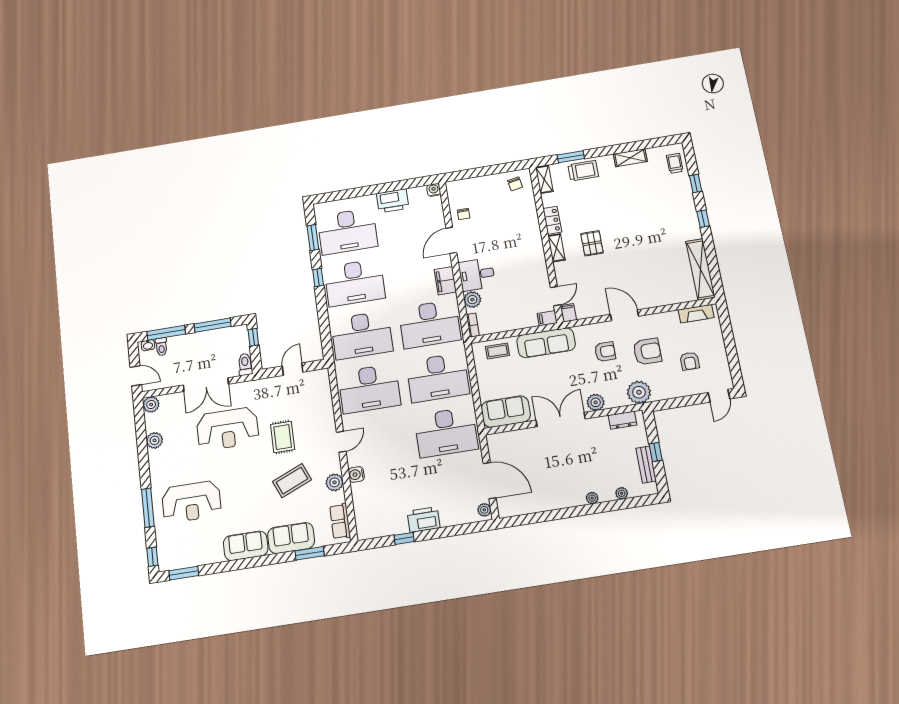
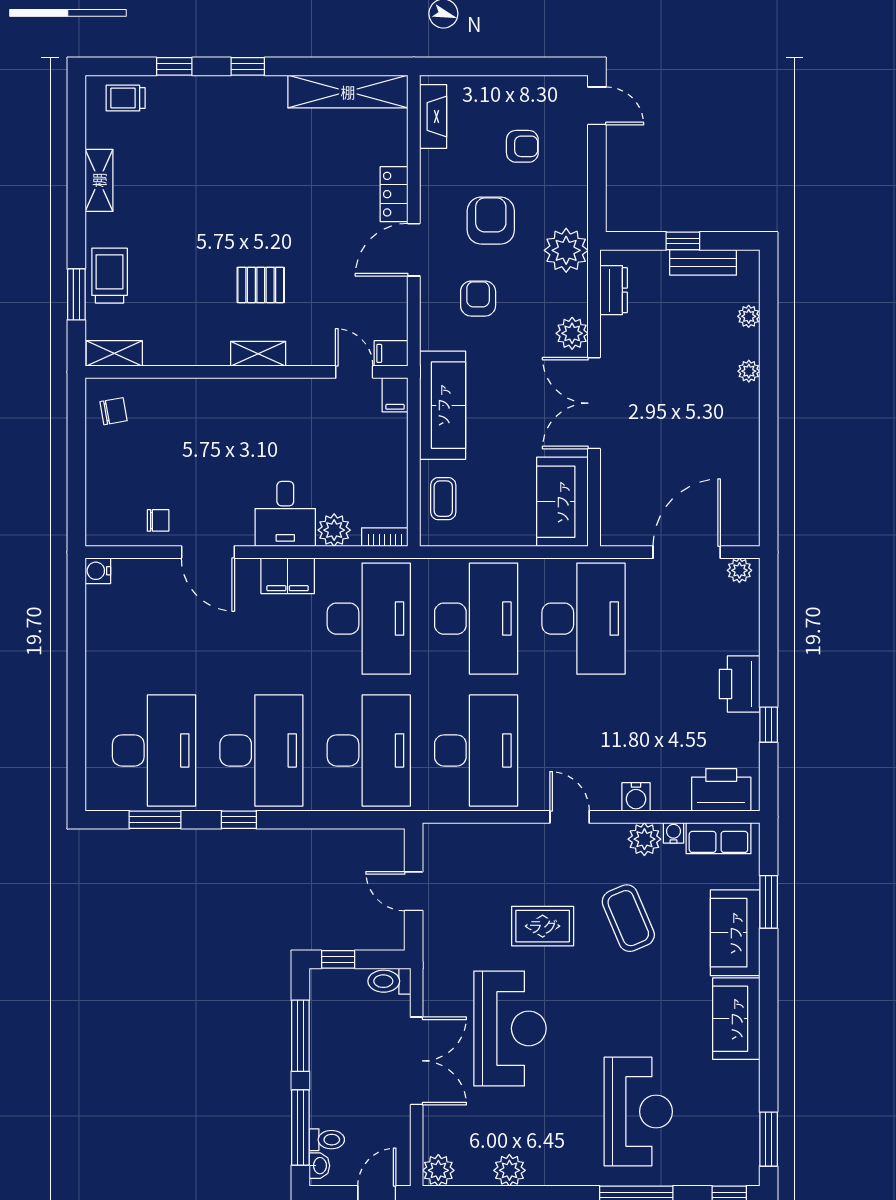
printer: (393, 201) -> (721, 790), moved, turned -90
locker: (552, 220) -> (394, 194), moved, turned -90
water cooler: (340, 497) -> (673, 833), added

